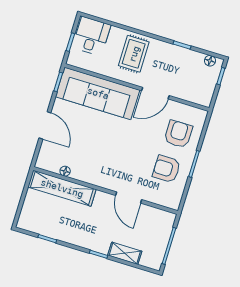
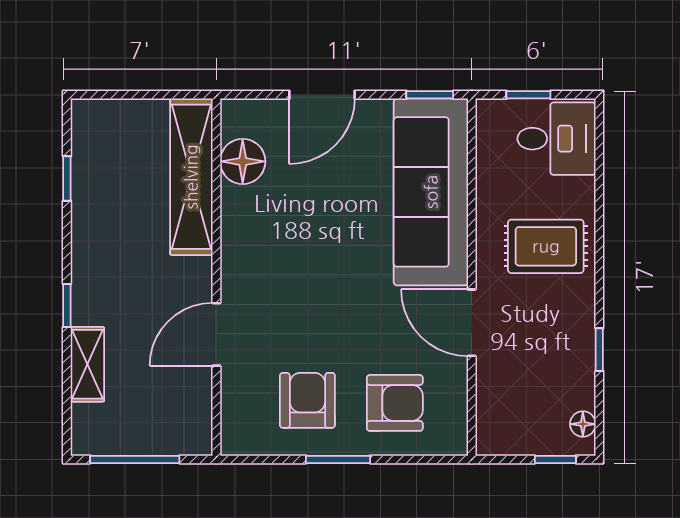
floor lamp: (65, 171) -> (243, 161), width x1.89, depth x1.89

